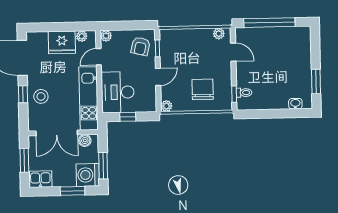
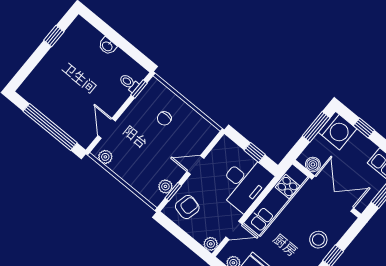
window: (316, 81) -> (54, 36), width x0.67
chair: (203, 89) -> (164, 118), width x0.54, depth x0.54
washbasin: (295, 104) -> (107, 46), moved
plant: (166, 106) -> (165, 186), moved
window: (73, 191) -> (364, 128), width x0.67

